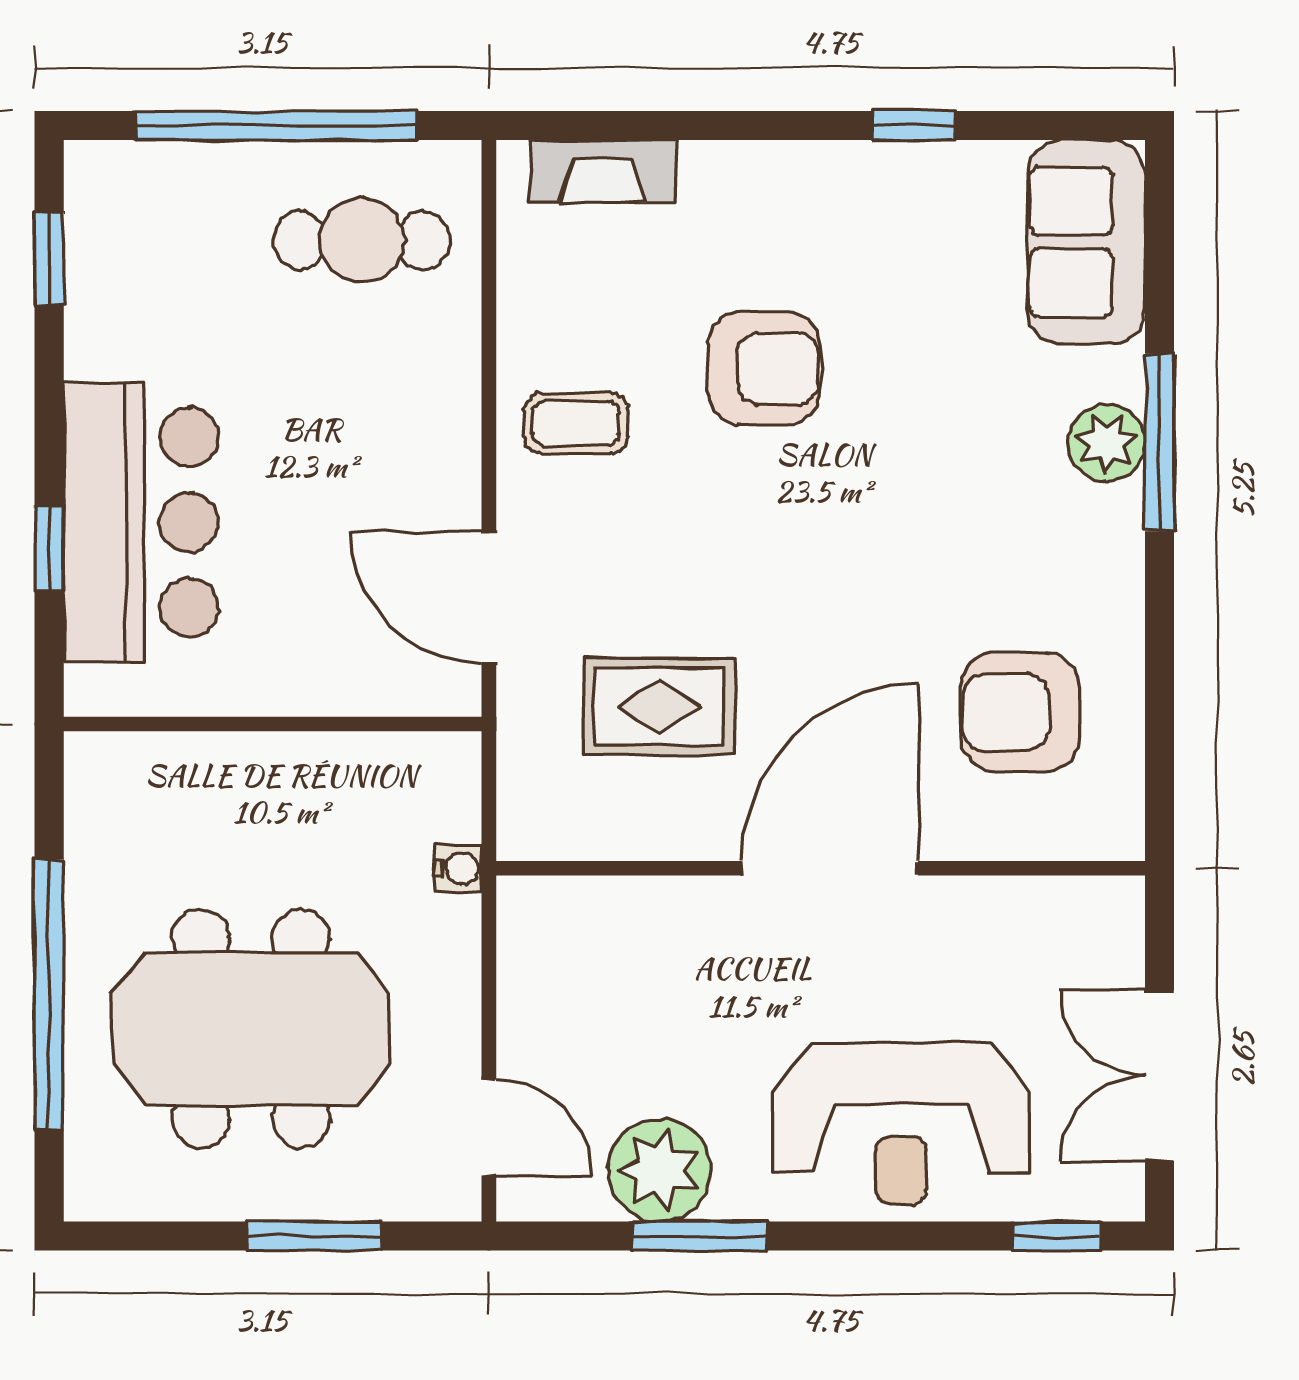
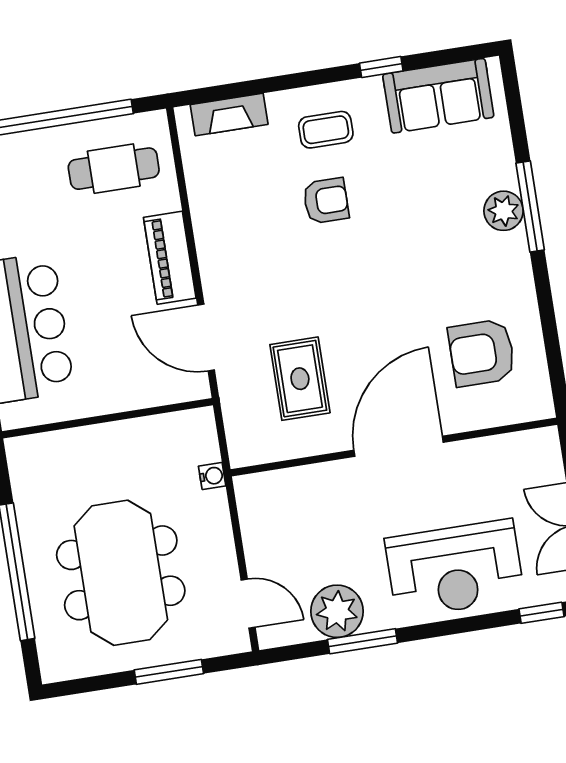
sofa: (1086, 242) -> (438, 96), moved, turned -90
armchair: (764, 368) -> (326, 201), width x0.72, depth x0.72
coffee table: (576, 424) -> (326, 130), moved
piano: (443, 431) -> (170, 258), added
rug: (659, 706) -> (300, 379), turned 90
meeting table: (251, 1029) -> (121, 573), turned 90

